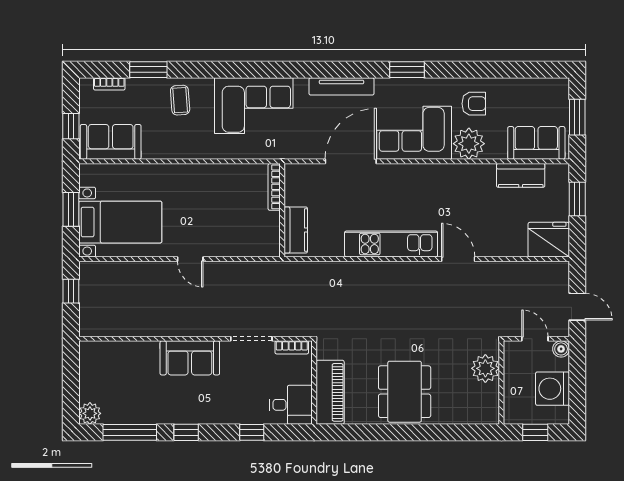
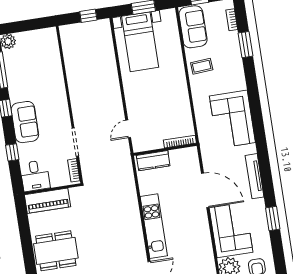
coffee table: (180, 100) -> (202, 66), moved
door: (190, 259) -> (128, 129), moved
sofa: (190, 358) -> (25, 122), moved, turned 180

